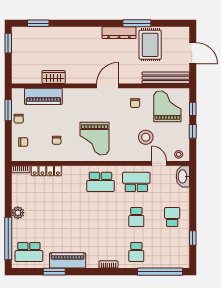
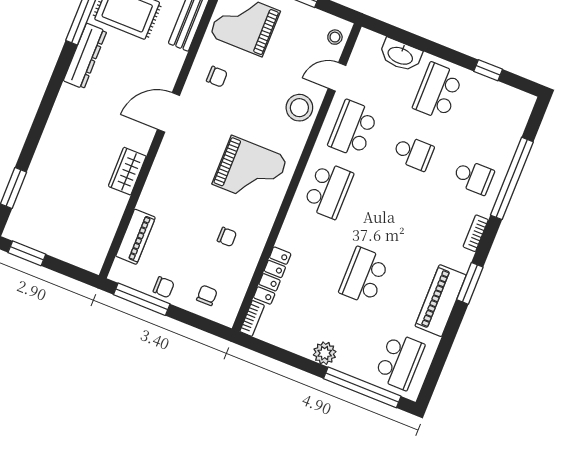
wardrobe: (54, 77) -> (127, 171), moved
door: (107, 86) -> (168, 112), hinge flipped
piano: (43, 96) -> (136, 237), width x0.73, depth x0.75
window: (8, 110) -> (142, 299), width x1.44
stool: (146, 137) -> (299, 108), moved
washbasin: (183, 176) -> (401, 55), moved
school desk: (65, 217) -> (364, 276), added
school desk: (172, 217) -> (438, 91), width x1.85
window: (54, 272) -> (470, 283), moved
window: (160, 272) -> (512, 178), moved

